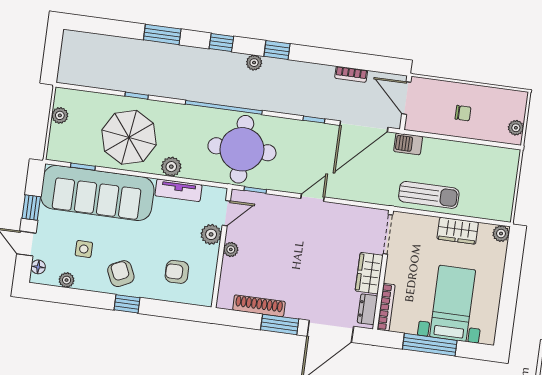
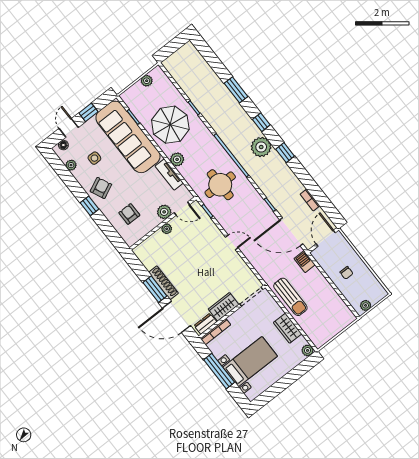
plant: (254, 63) -> (261, 147), width x1.88, depth x1.88
round table: (242, 149) -> (220, 185), width x0.73, depth x0.73
shoe rack: (259, 306) -> (163, 283), moved

